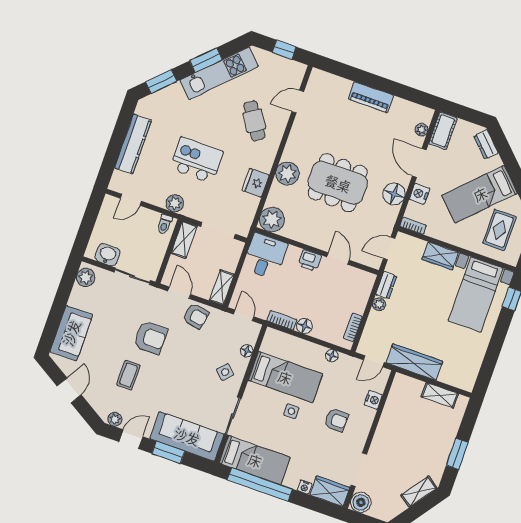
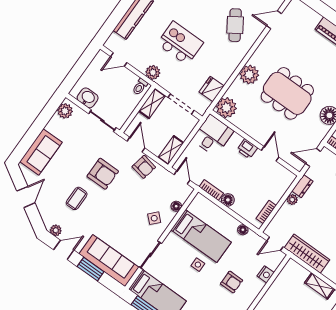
fridge: (256, 183) -> (212, 89), moved

